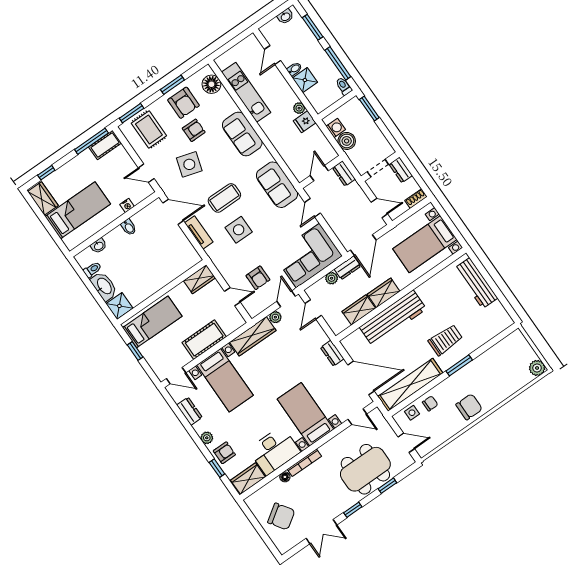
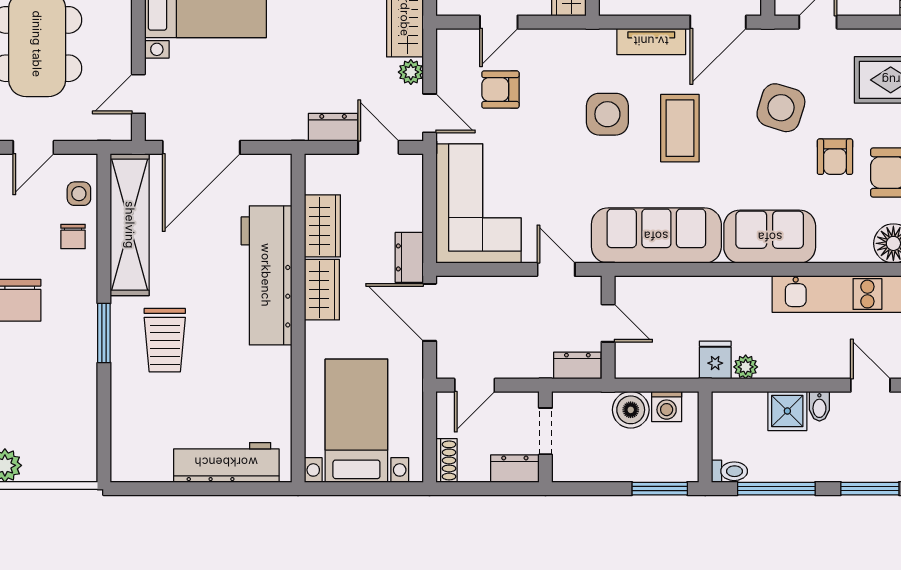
sofa: (277, 185) -> (656, 236), width x1.36
plant: (332, 278) -> (410, 217), removed
dresser: (332, 353) -> (333, 127), moved

